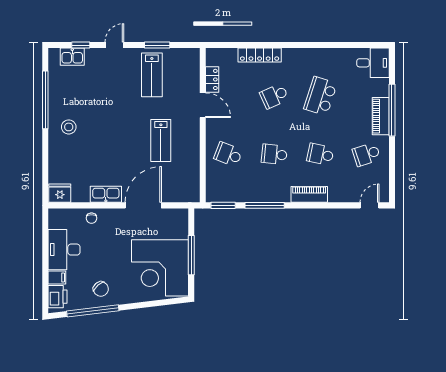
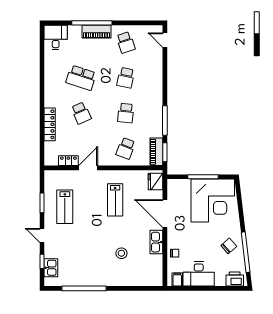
lab bench: (152, 75) -> (65, 207), turned 90
stool: (69, 127) -> (121, 253), moved
lab bench: (161, 140) -> (115, 200), turned 90
fridge: (60, 193) -> (155, 181), moved
piano: (309, 194) -> (156, 152), moved
filing cabinet: (57, 278) -> (177, 280), moved

